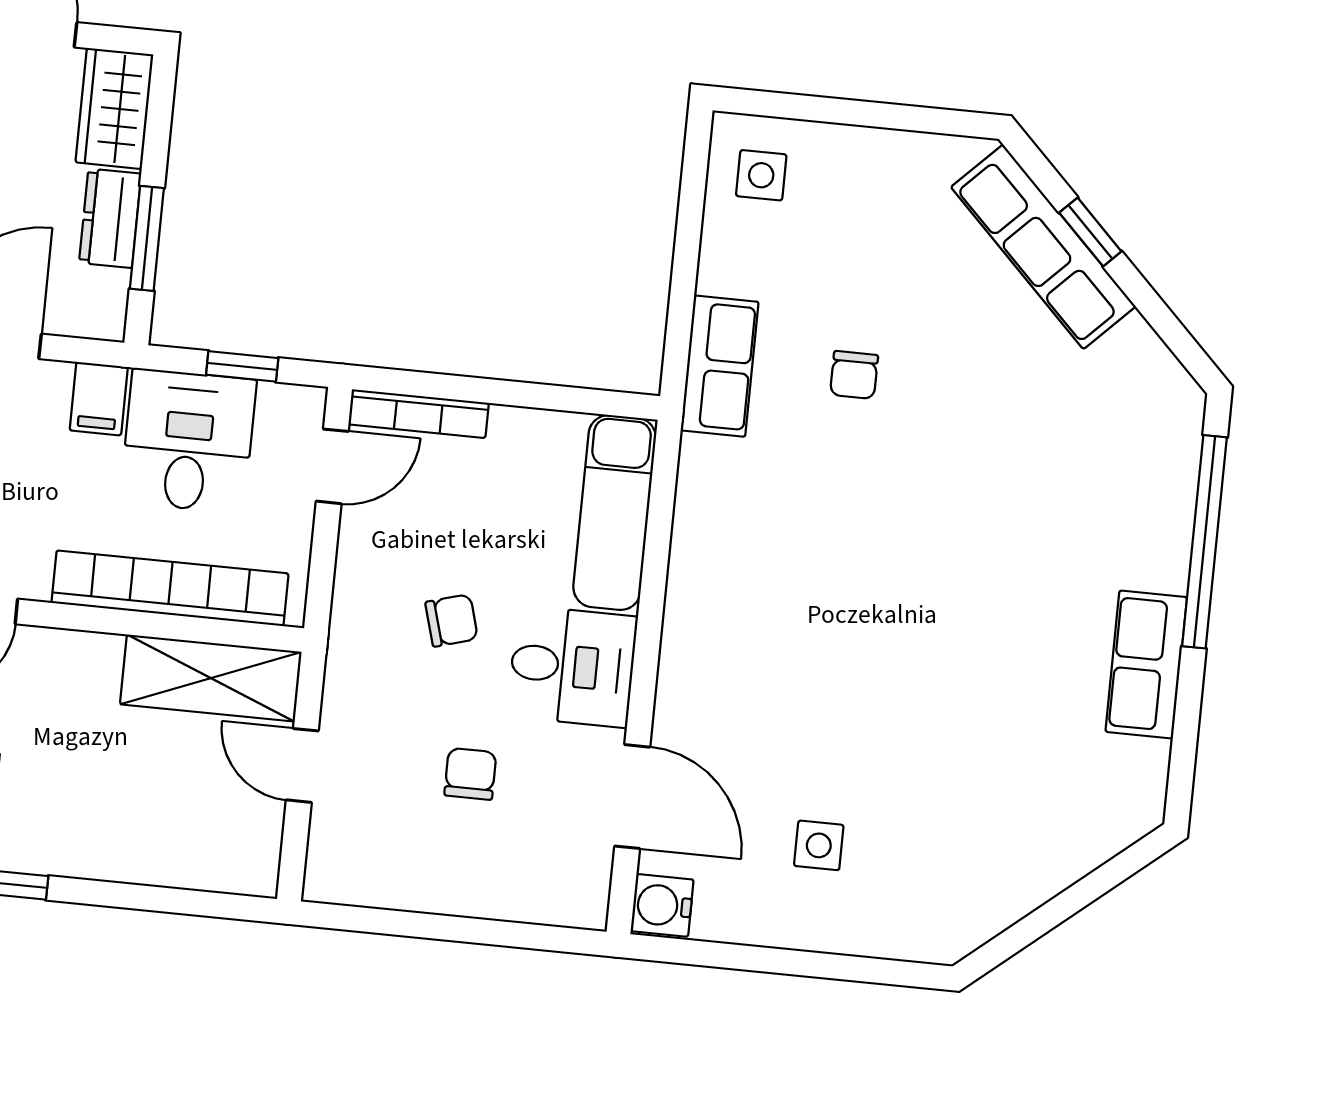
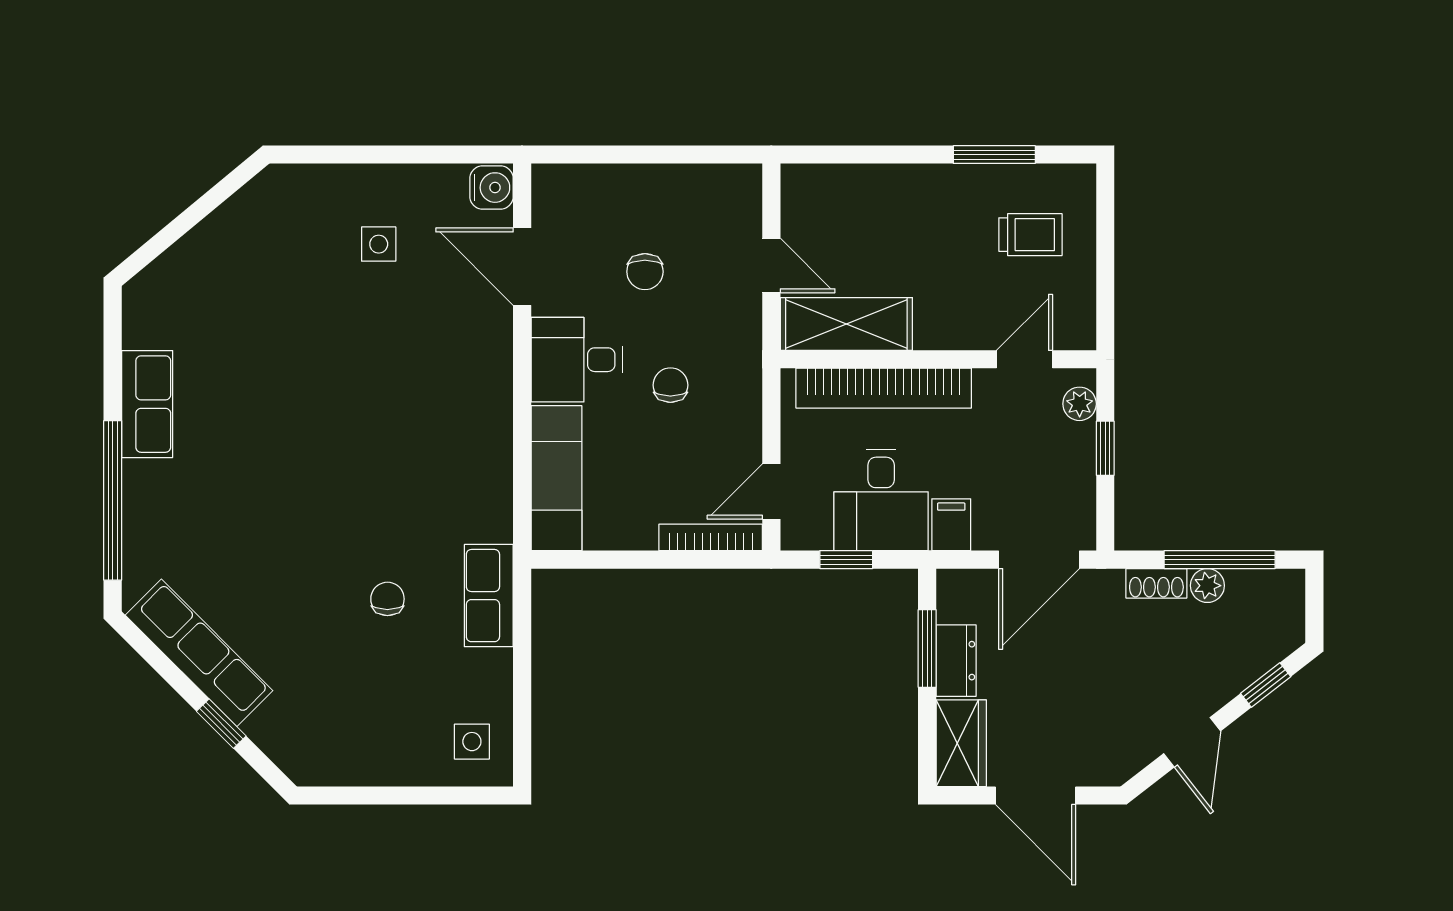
row of seats: (1043, 247) -> (199, 653), moved
chair: (452, 620) -> (670, 385), turned 106

